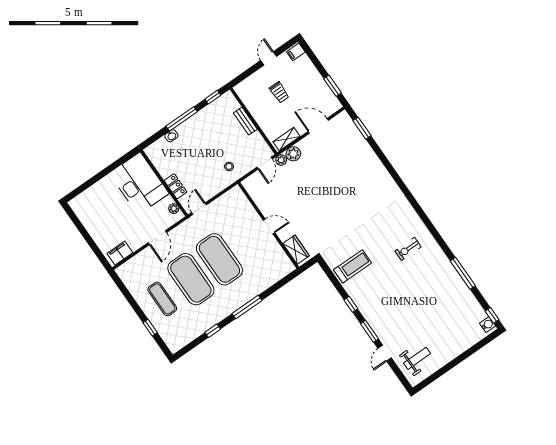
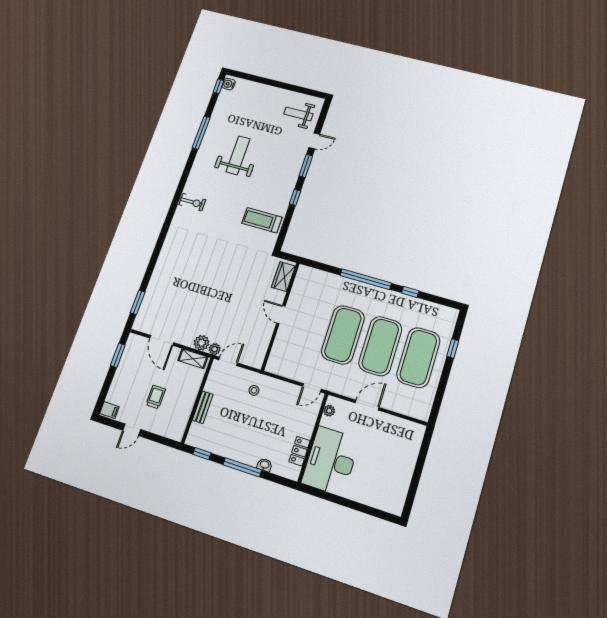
locker: (176, 186) -> (299, 451), moved
exercise bike: (408, 249) -> (192, 202), moved
filing cabinet: (120, 253) -> (408, 429), removed
weight bench: (420, 287) -> (238, 155), added
exercise mat: (162, 299) -> (418, 357), width x2.00, depth x1.45
window: (247, 307) -> (366, 279), width x1.46

